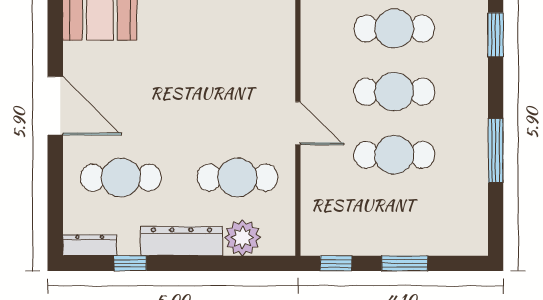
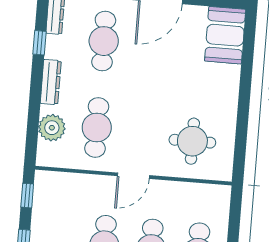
round table: (245, 48) -> (192, 141), added
dresser: (181, 241) -> (51, 82), width x0.73, depth x0.80

